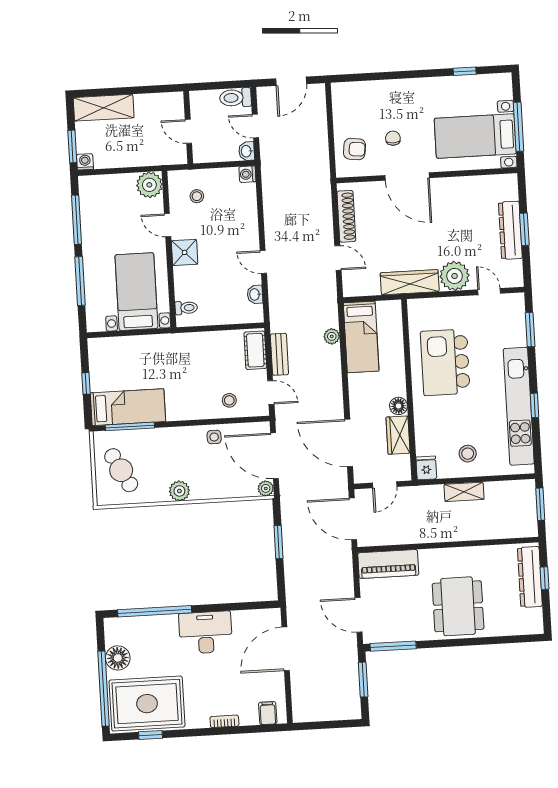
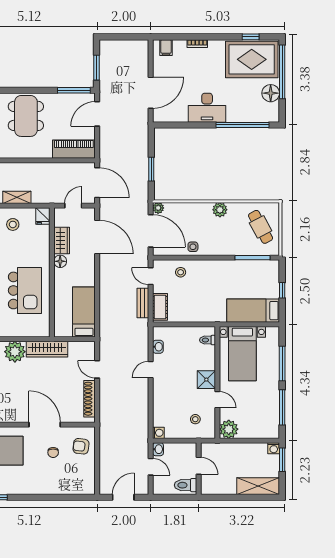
toilet: (235, 98) -> (186, 485), moved, turned 180
door: (263, 262) -> (151, 370), swing flipped
plant: (332, 336) -> (105, 314), removed
bed: (128, 407) -> (253, 311), moved
door: (359, 615) -> (97, 114), swing flipped

